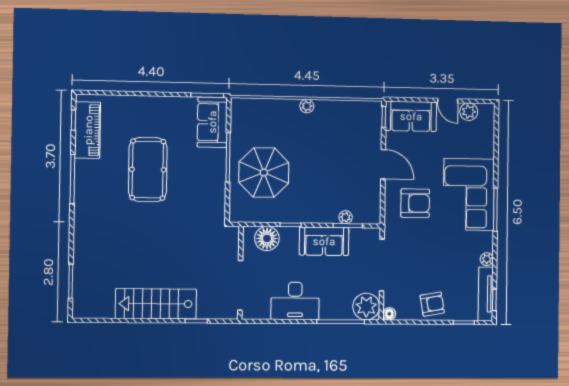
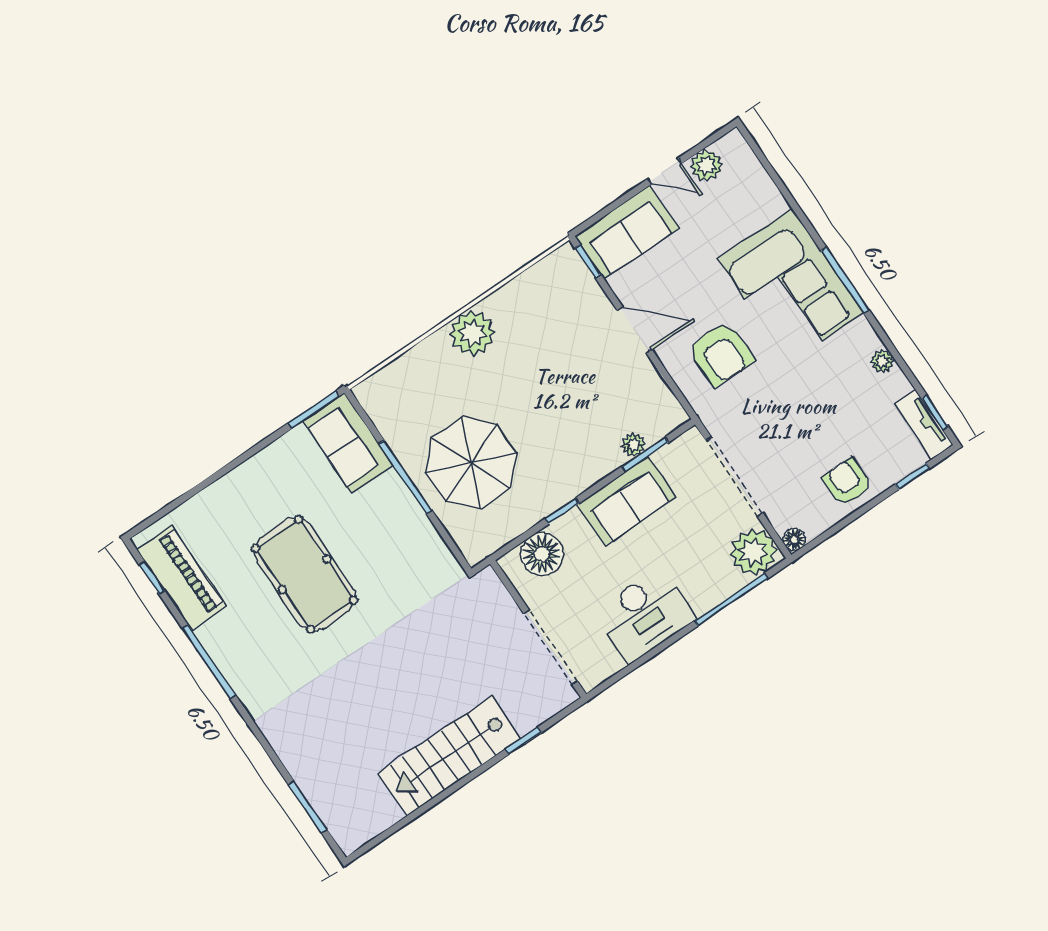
plant: (307, 106) -> (472, 333), width x1.87, depth x1.87
armchair: (415, 203) -> (721, 354), turned 90
tv unit: (486, 294) -> (924, 424), width x0.71
armchair: (432, 304) -> (847, 482), turned -80

